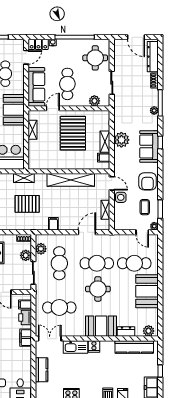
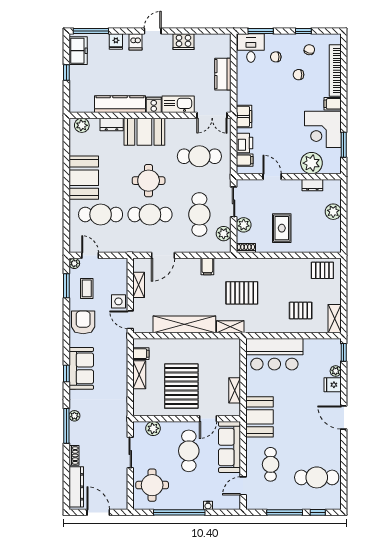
locker: (38, 44) -> (227, 503), removed
plant: (121, 140) -> (117, 377), removed
shelving: (24, 178) -> (230, 327), moved
kitchen counter: (134, 347) -> (120, 104), moved

